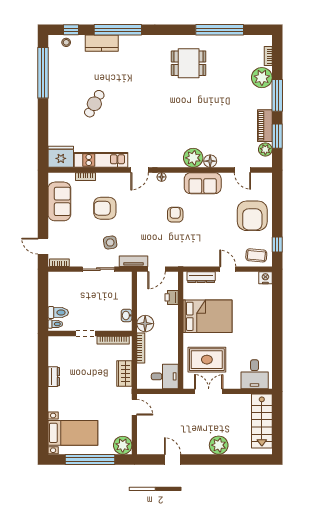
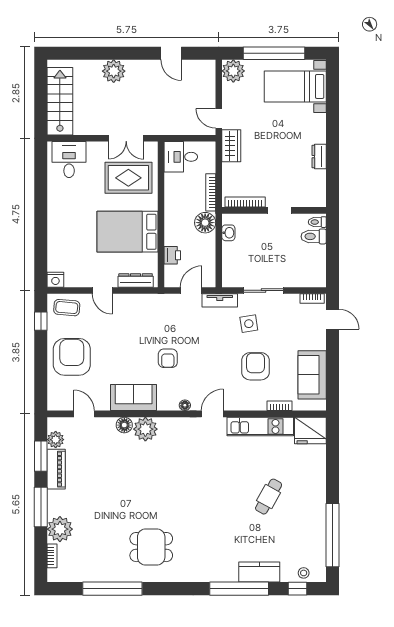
armchair: (105, 208) -> (255, 366), turned -90
wardrobe: (124, 374) -> (231, 146), moved

